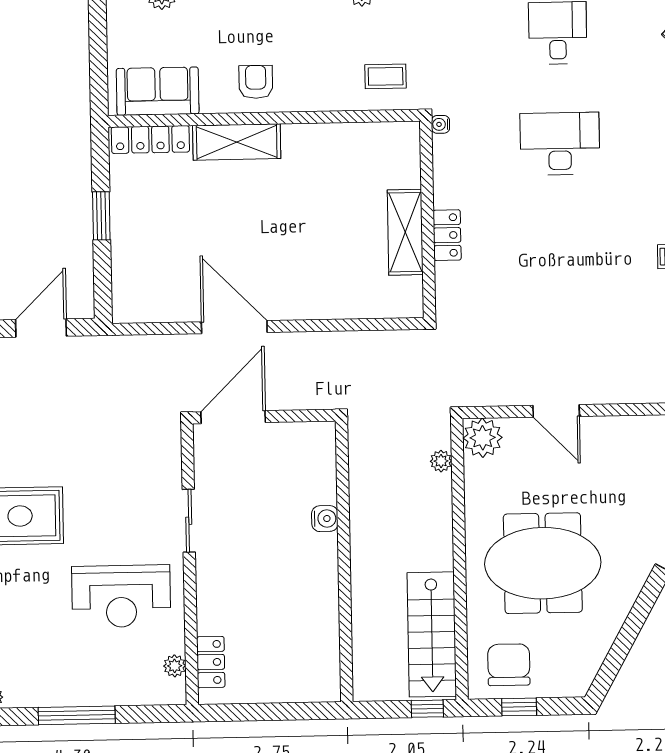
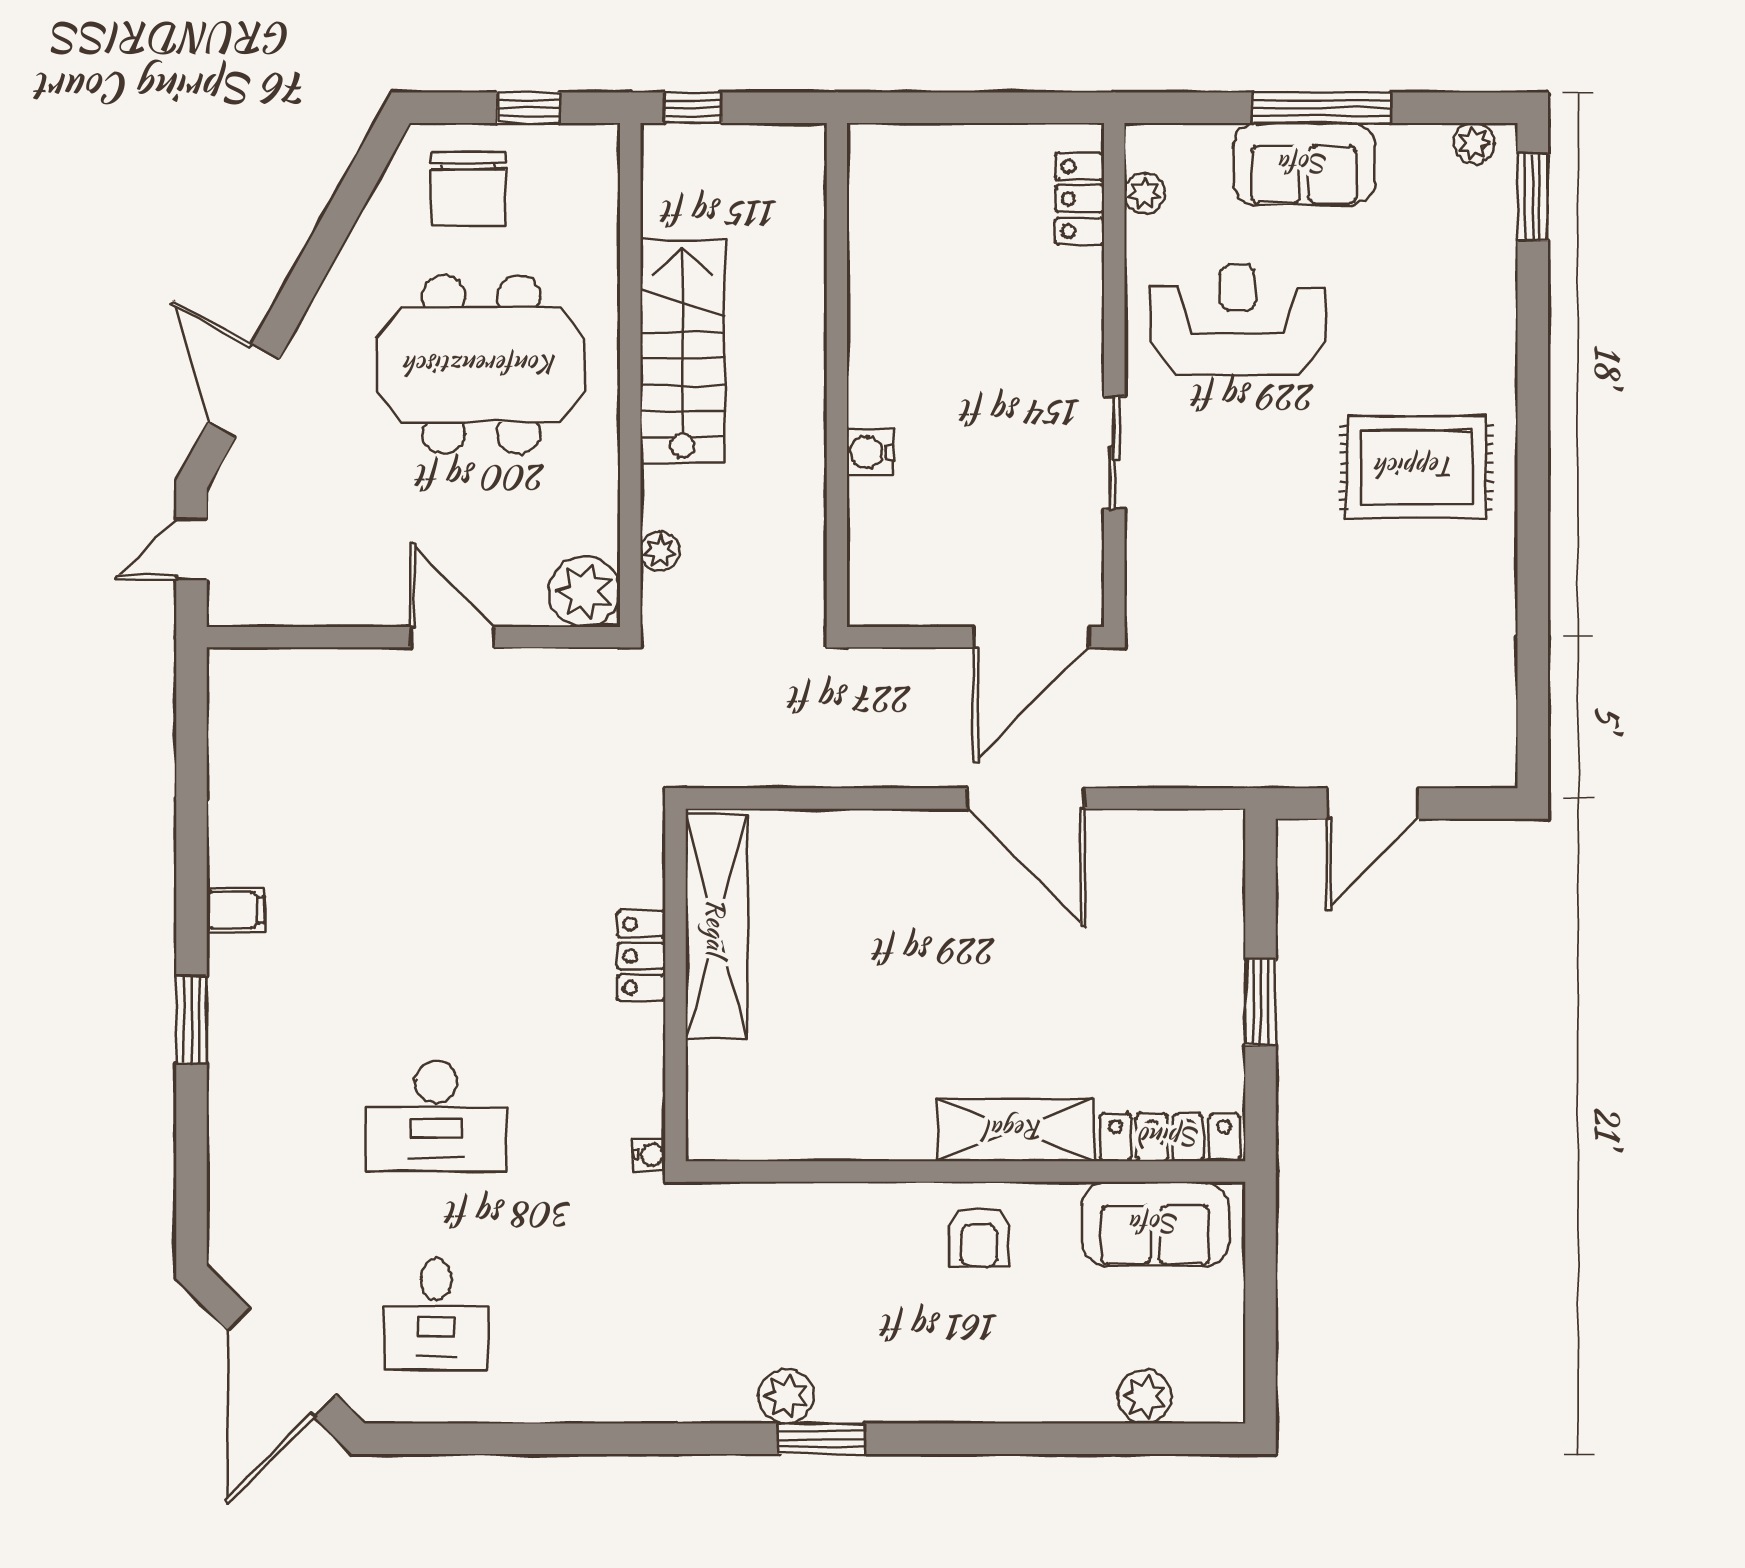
coffee table: (386, 76) -> (746, 1243), removed
shelving: (405, 232) -> (716, 927), width x1.47
stairs: (432, 634) -> (682, 351), moved
chair: (509, 665) -> (468, 189), moved
sofa: (86, 684) -> (1304, 164), added

